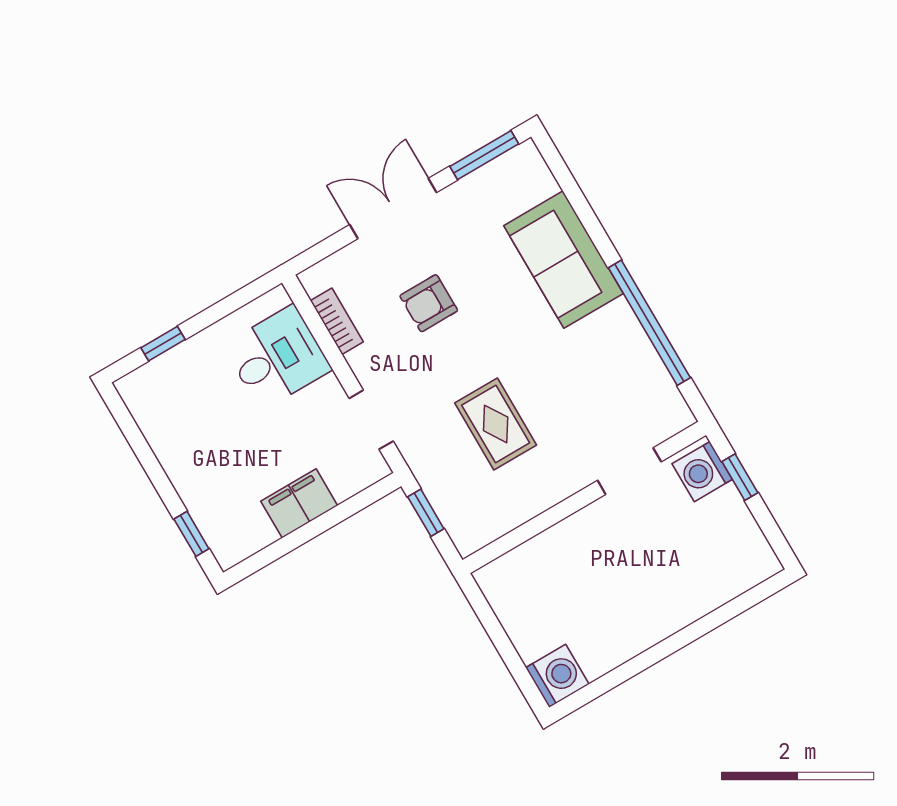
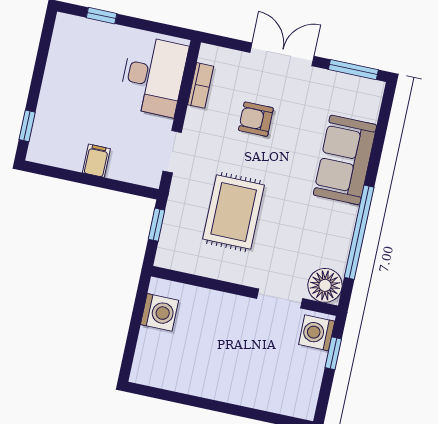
desk: (277, 357) -> (153, 76), width x1.37
floor lamp: (665, 413) -> (325, 285), added
rug: (496, 424) -> (234, 212), width x1.36, depth x1.43
filing cabinet: (299, 503) -> (96, 161), width x0.50
washing machine: (557, 676) -> (160, 312), moved

